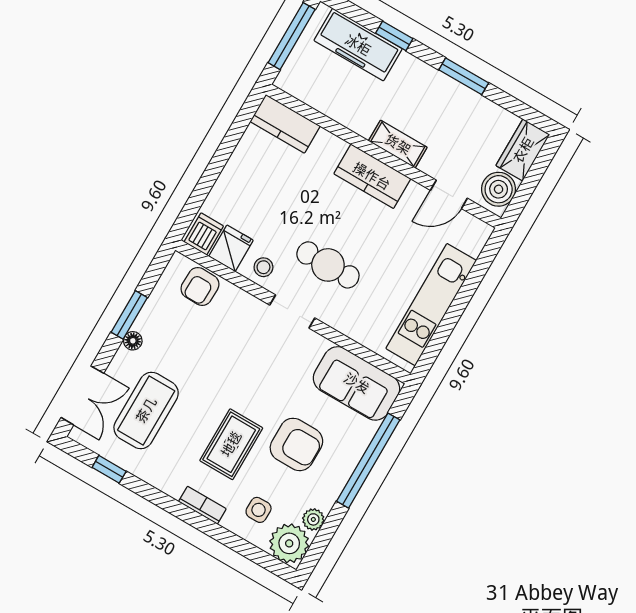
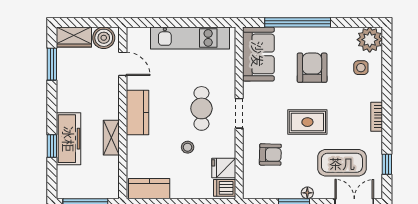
freezer: (358, 45) -> (69, 139), moved
window: (464, 76) -> (52, 64), moved
kitchen counter: (285, 124) -> (149, 189), moved, turned -90
shelving: (398, 144) -> (111, 138), moved
stool: (263, 267) -> (188, 147), moved
armchair: (200, 286) -> (270, 155), moved
rug: (231, 444) -> (307, 122), moved
bookcase: (202, 505) -> (377, 117), moved
plant: (313, 519) -> (348, 34), removed

